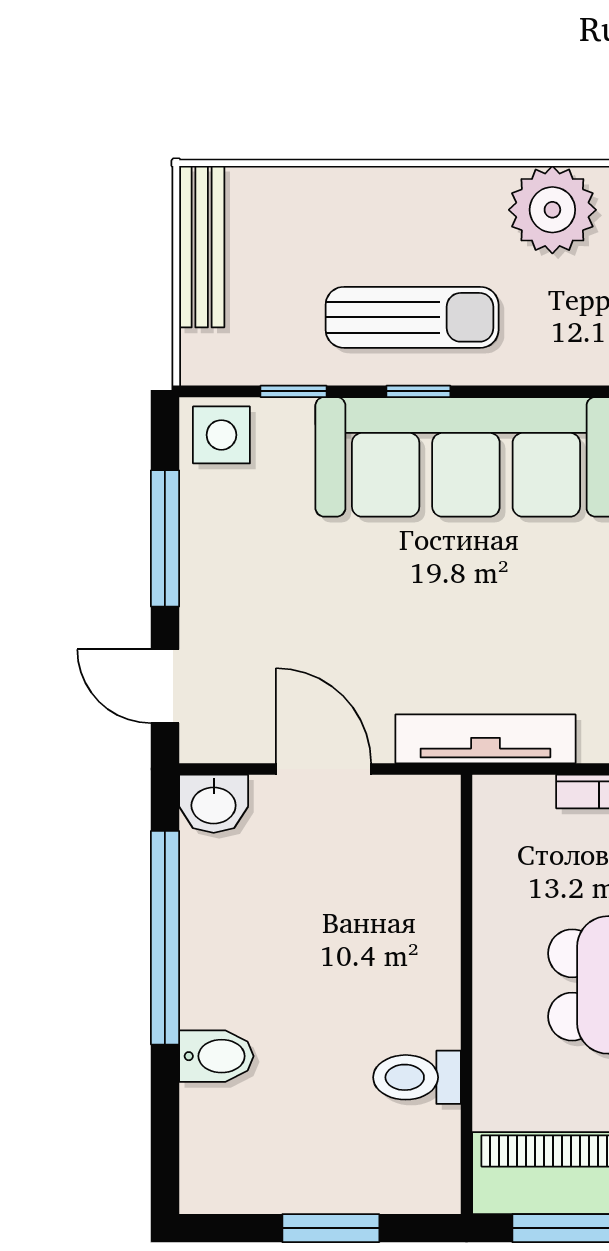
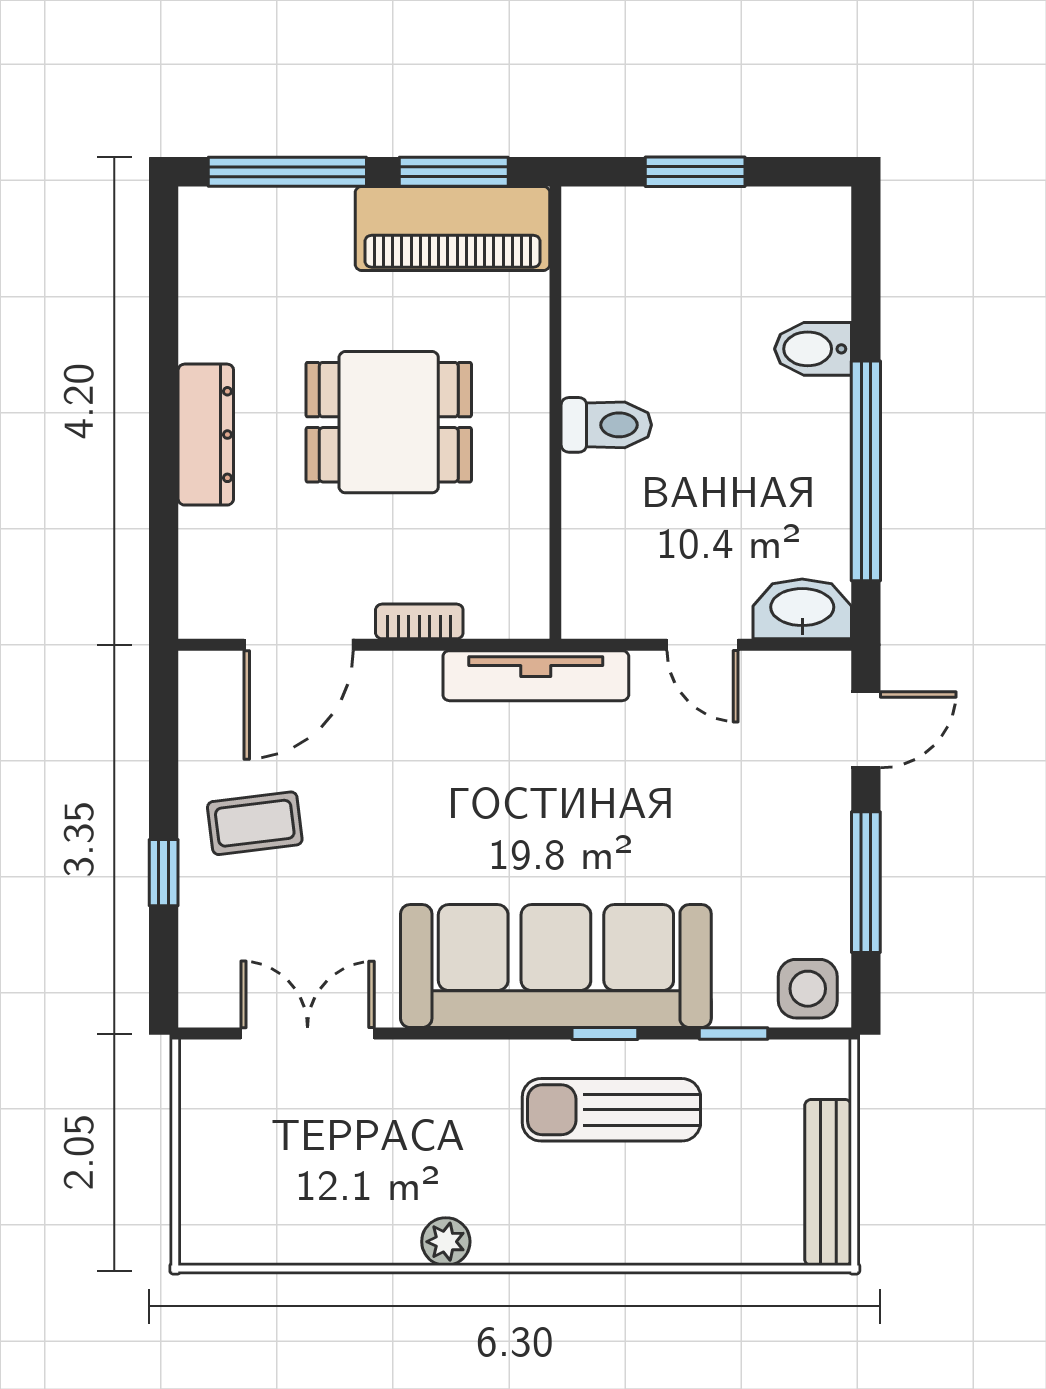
plant: (552, 210) -> (446, 1242), width x0.53, depth x0.53
door: (165, 686) -> (866, 730), hinge flipped
door: (324, 769) -> (703, 645), width x0.73
washbasin: (214, 804) -> (802, 609), width x1.38
toilet: (417, 1077) -> (606, 425), moved

